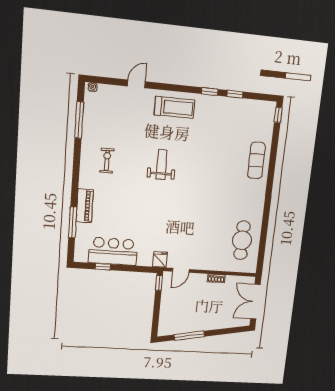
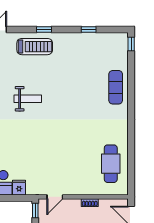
window: (210, 92) -> (44, 30), moved
weight bench: (162, 165) -> (28, 99), turned 90
fridge: (160, 259) -> (19, 188), moved

